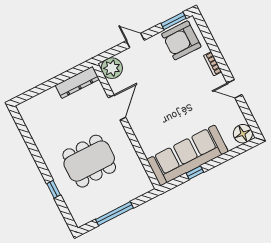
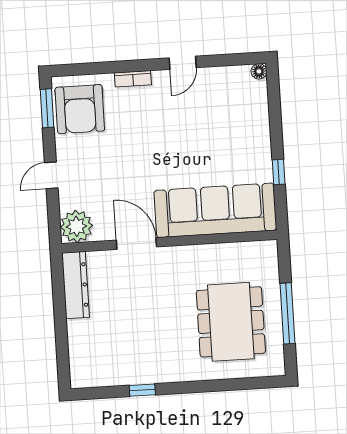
floor lamp: (243, 134) -> (259, 71), width x0.53, depth x0.53
sofa: (188, 155) -> (215, 210), moved, turned 90
dining table: (89, 161) -> (231, 322), moved
window: (54, 189) -> (142, 390), moved

